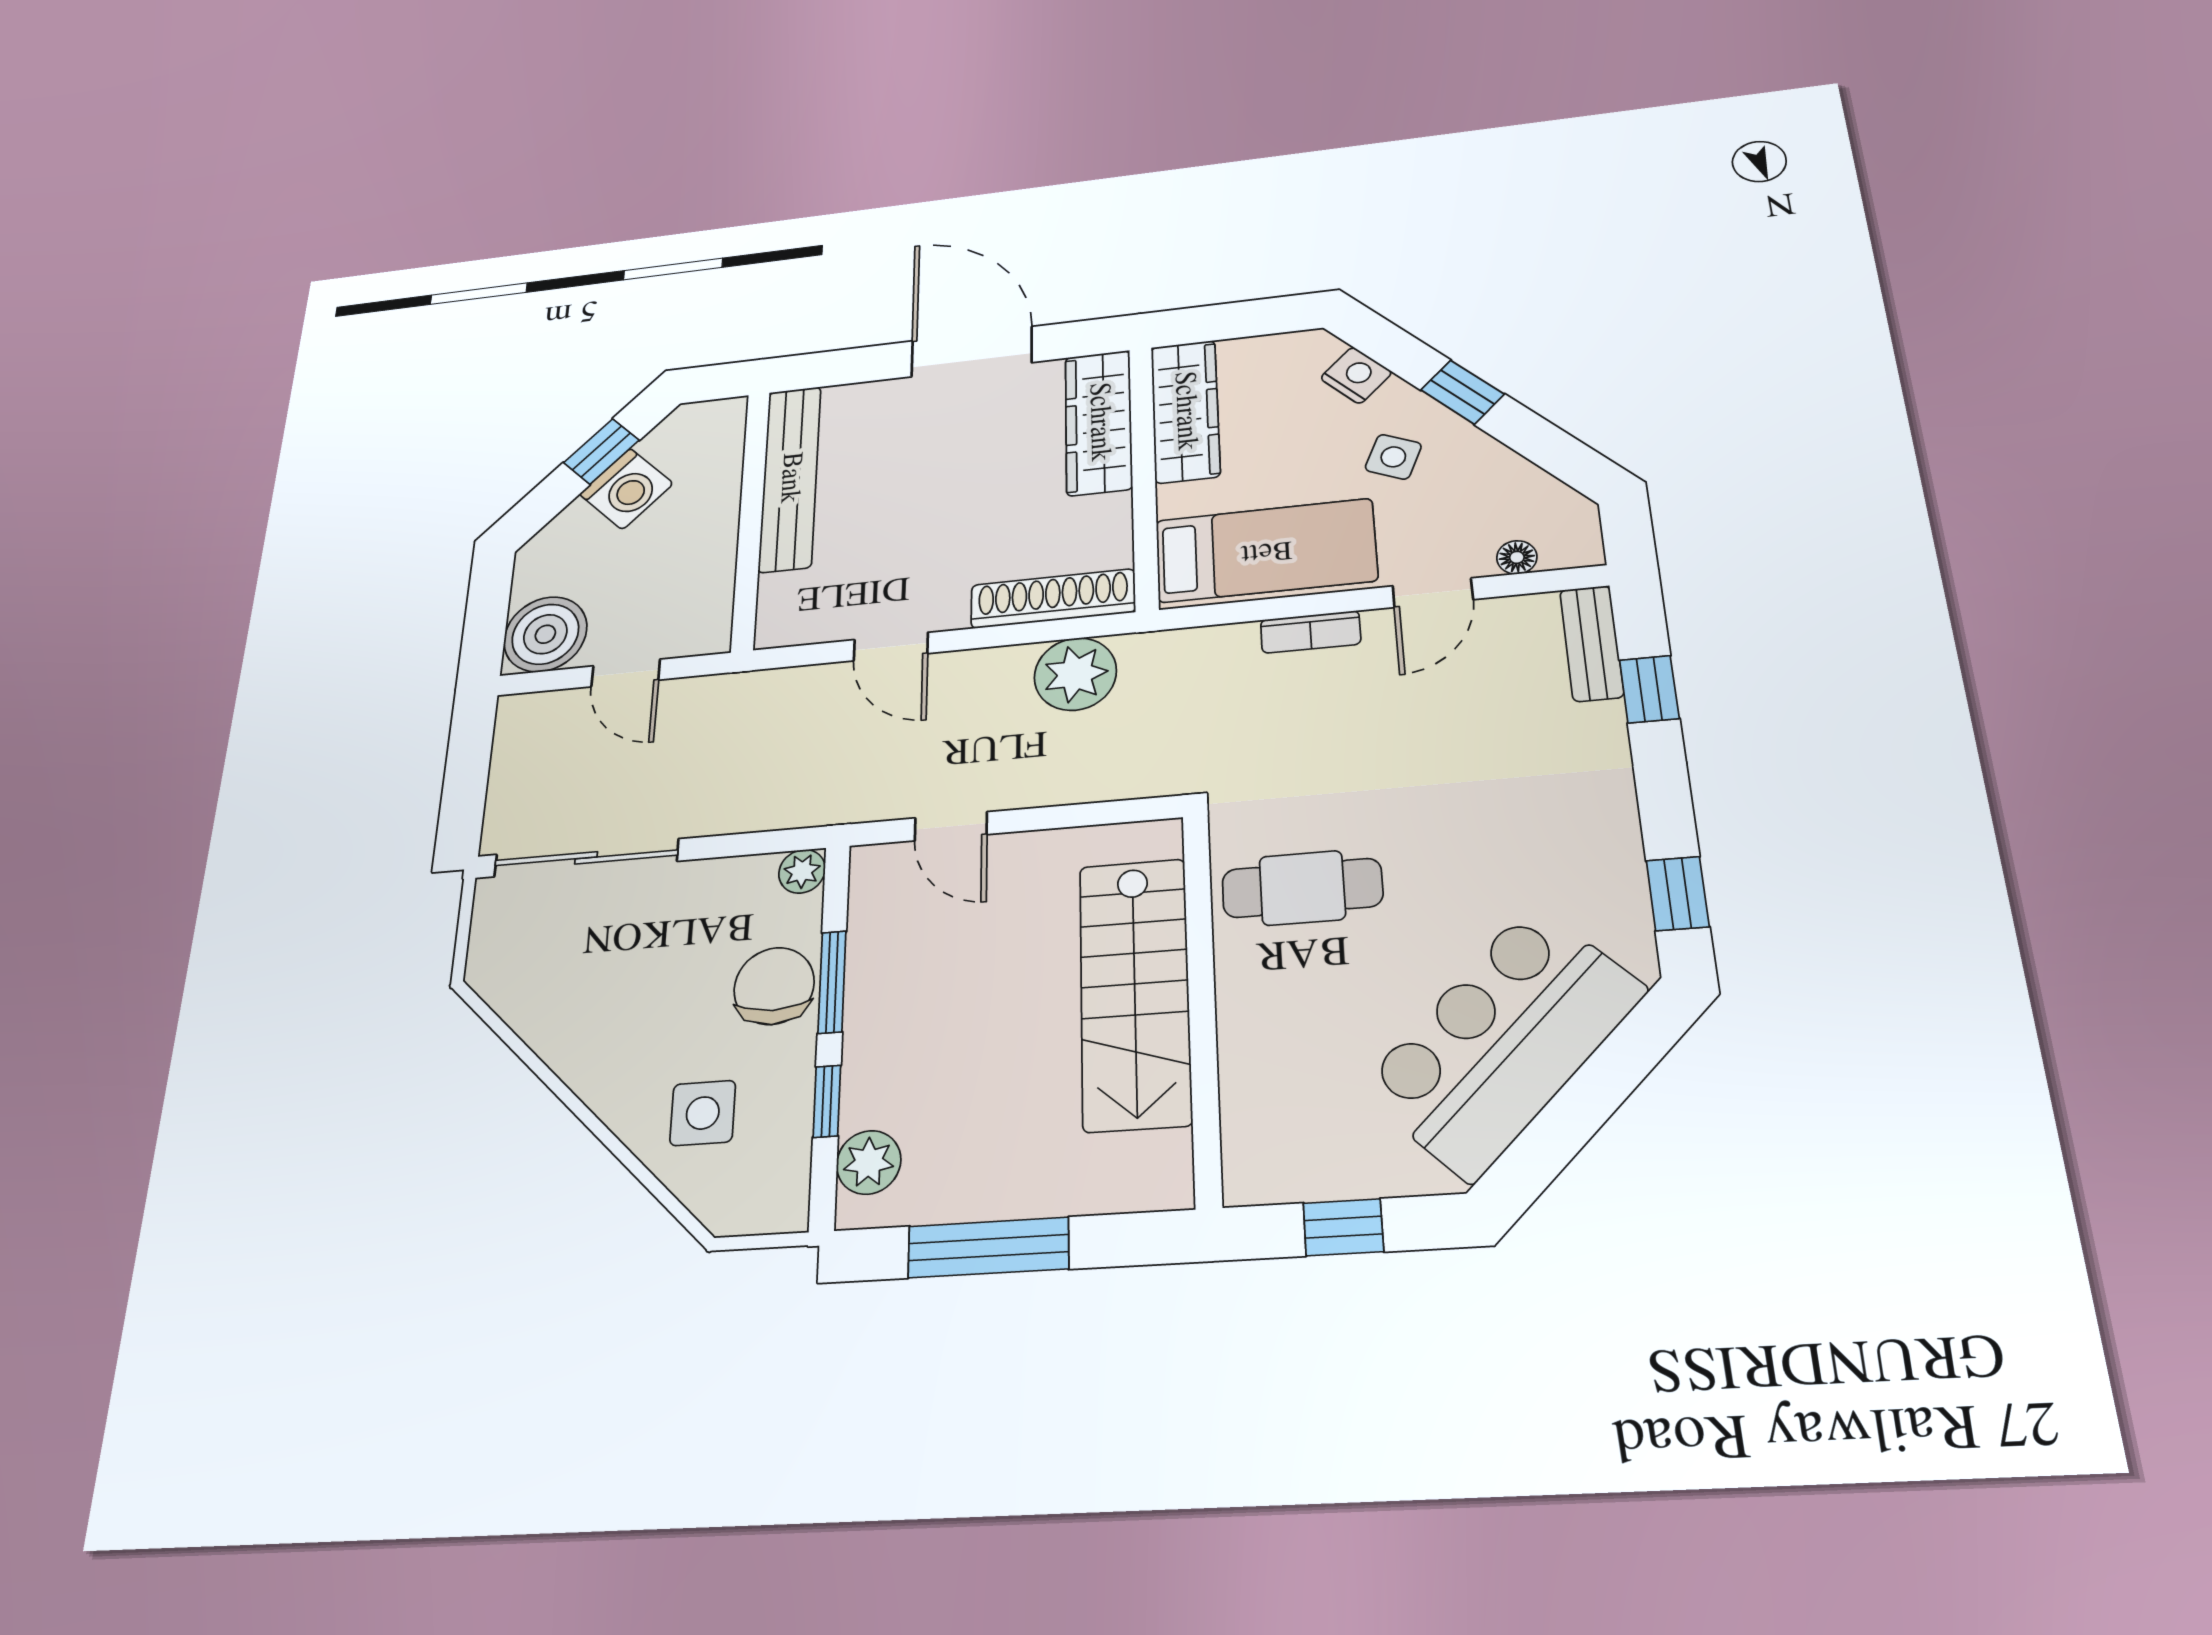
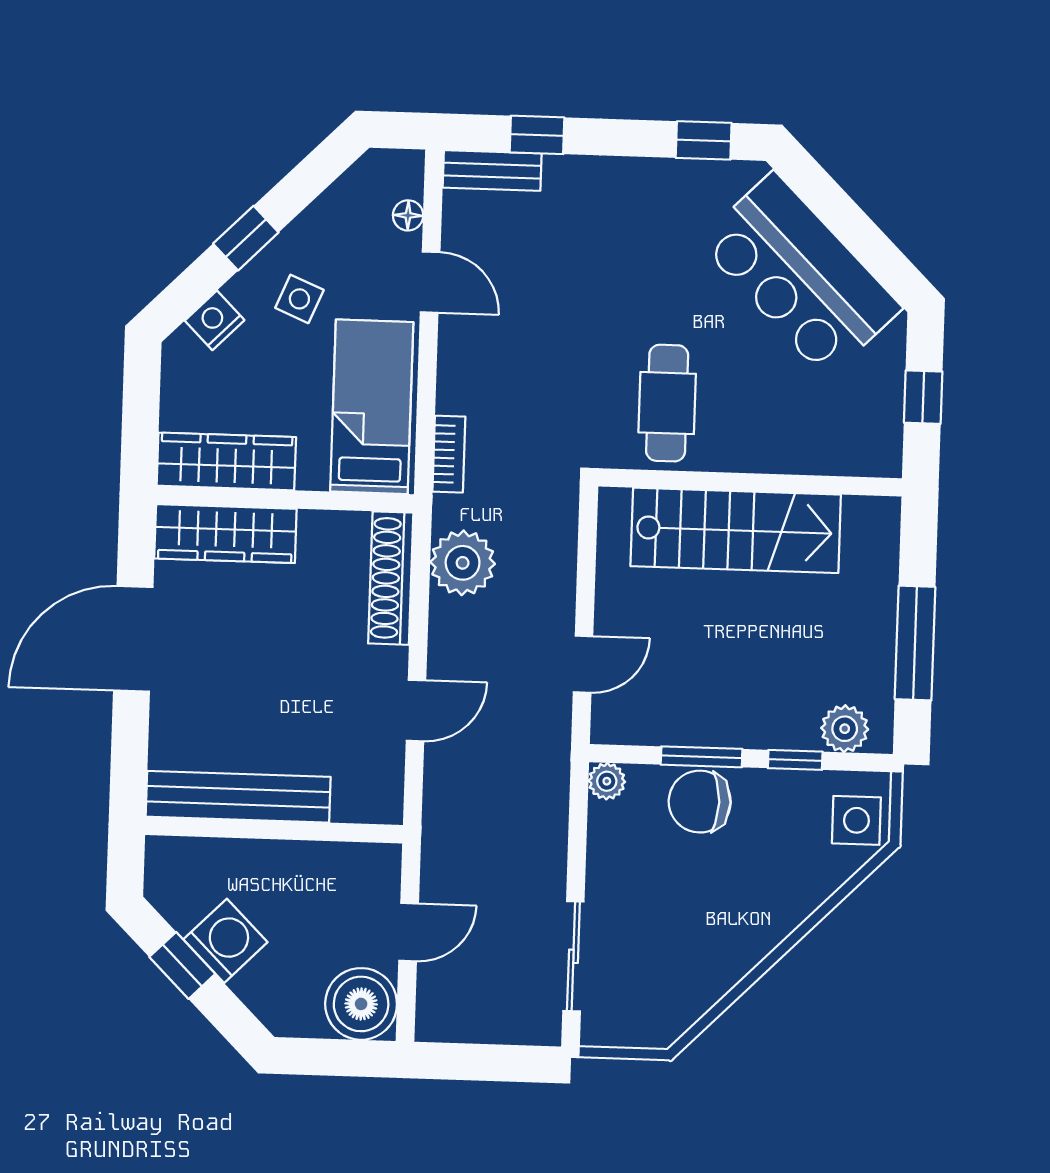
bookcase: (1311, 632) -> (449, 454), moved
sliding door: (586, 858) -> (573, 956), width x0.73
side table: (703, 1113) -> (856, 820), moved

